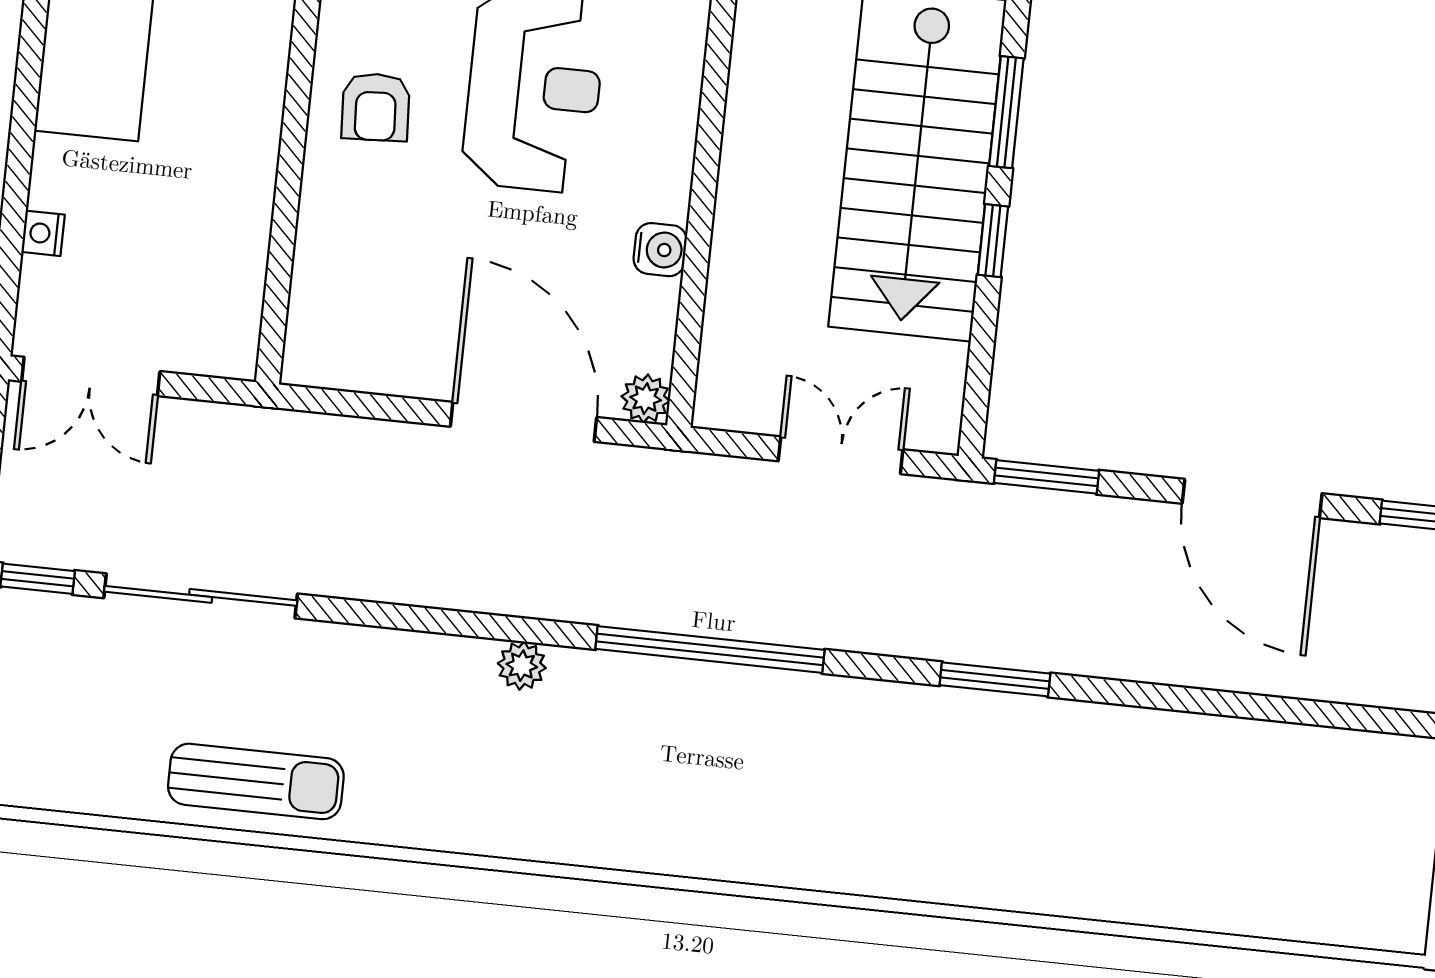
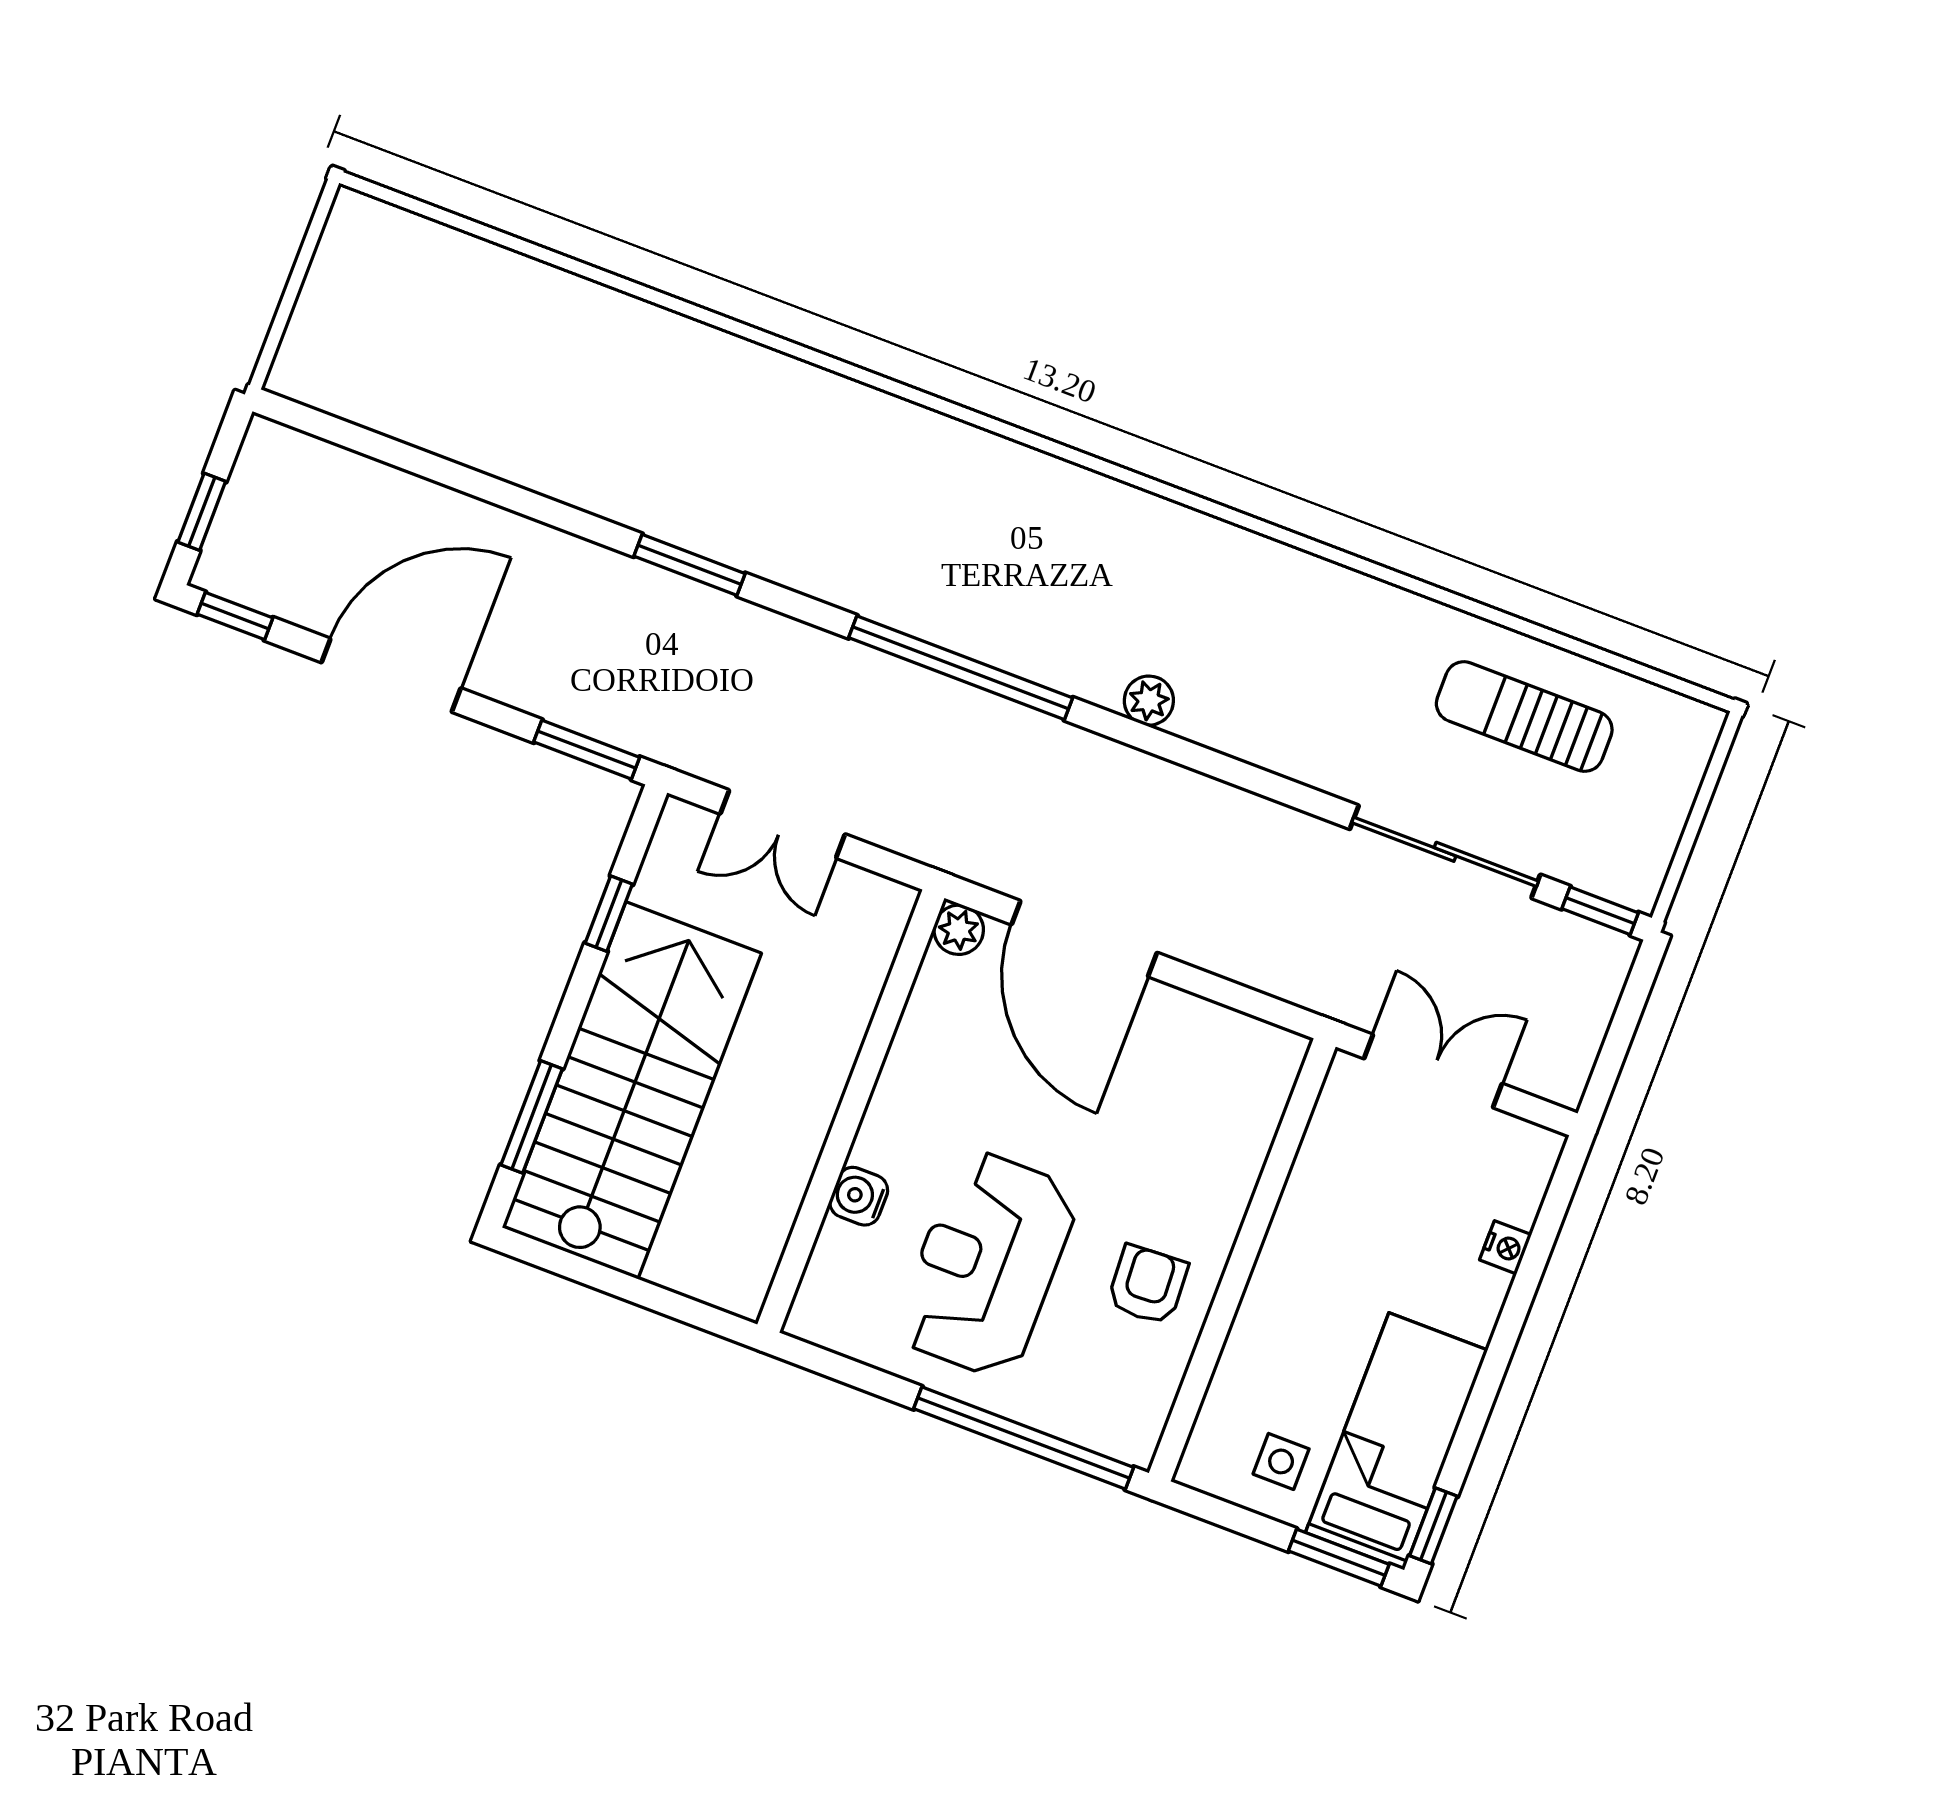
window: (993, 241) -> (609, 914), moved
water cooler: (660, 250) -> (859, 1196), moved
double door: (91, 376) -> (1433, 1071), moved
door: (1252, 498) -> (391, 675), hinge flipped
sun lounger: (256, 781) -> (1524, 716), moved

